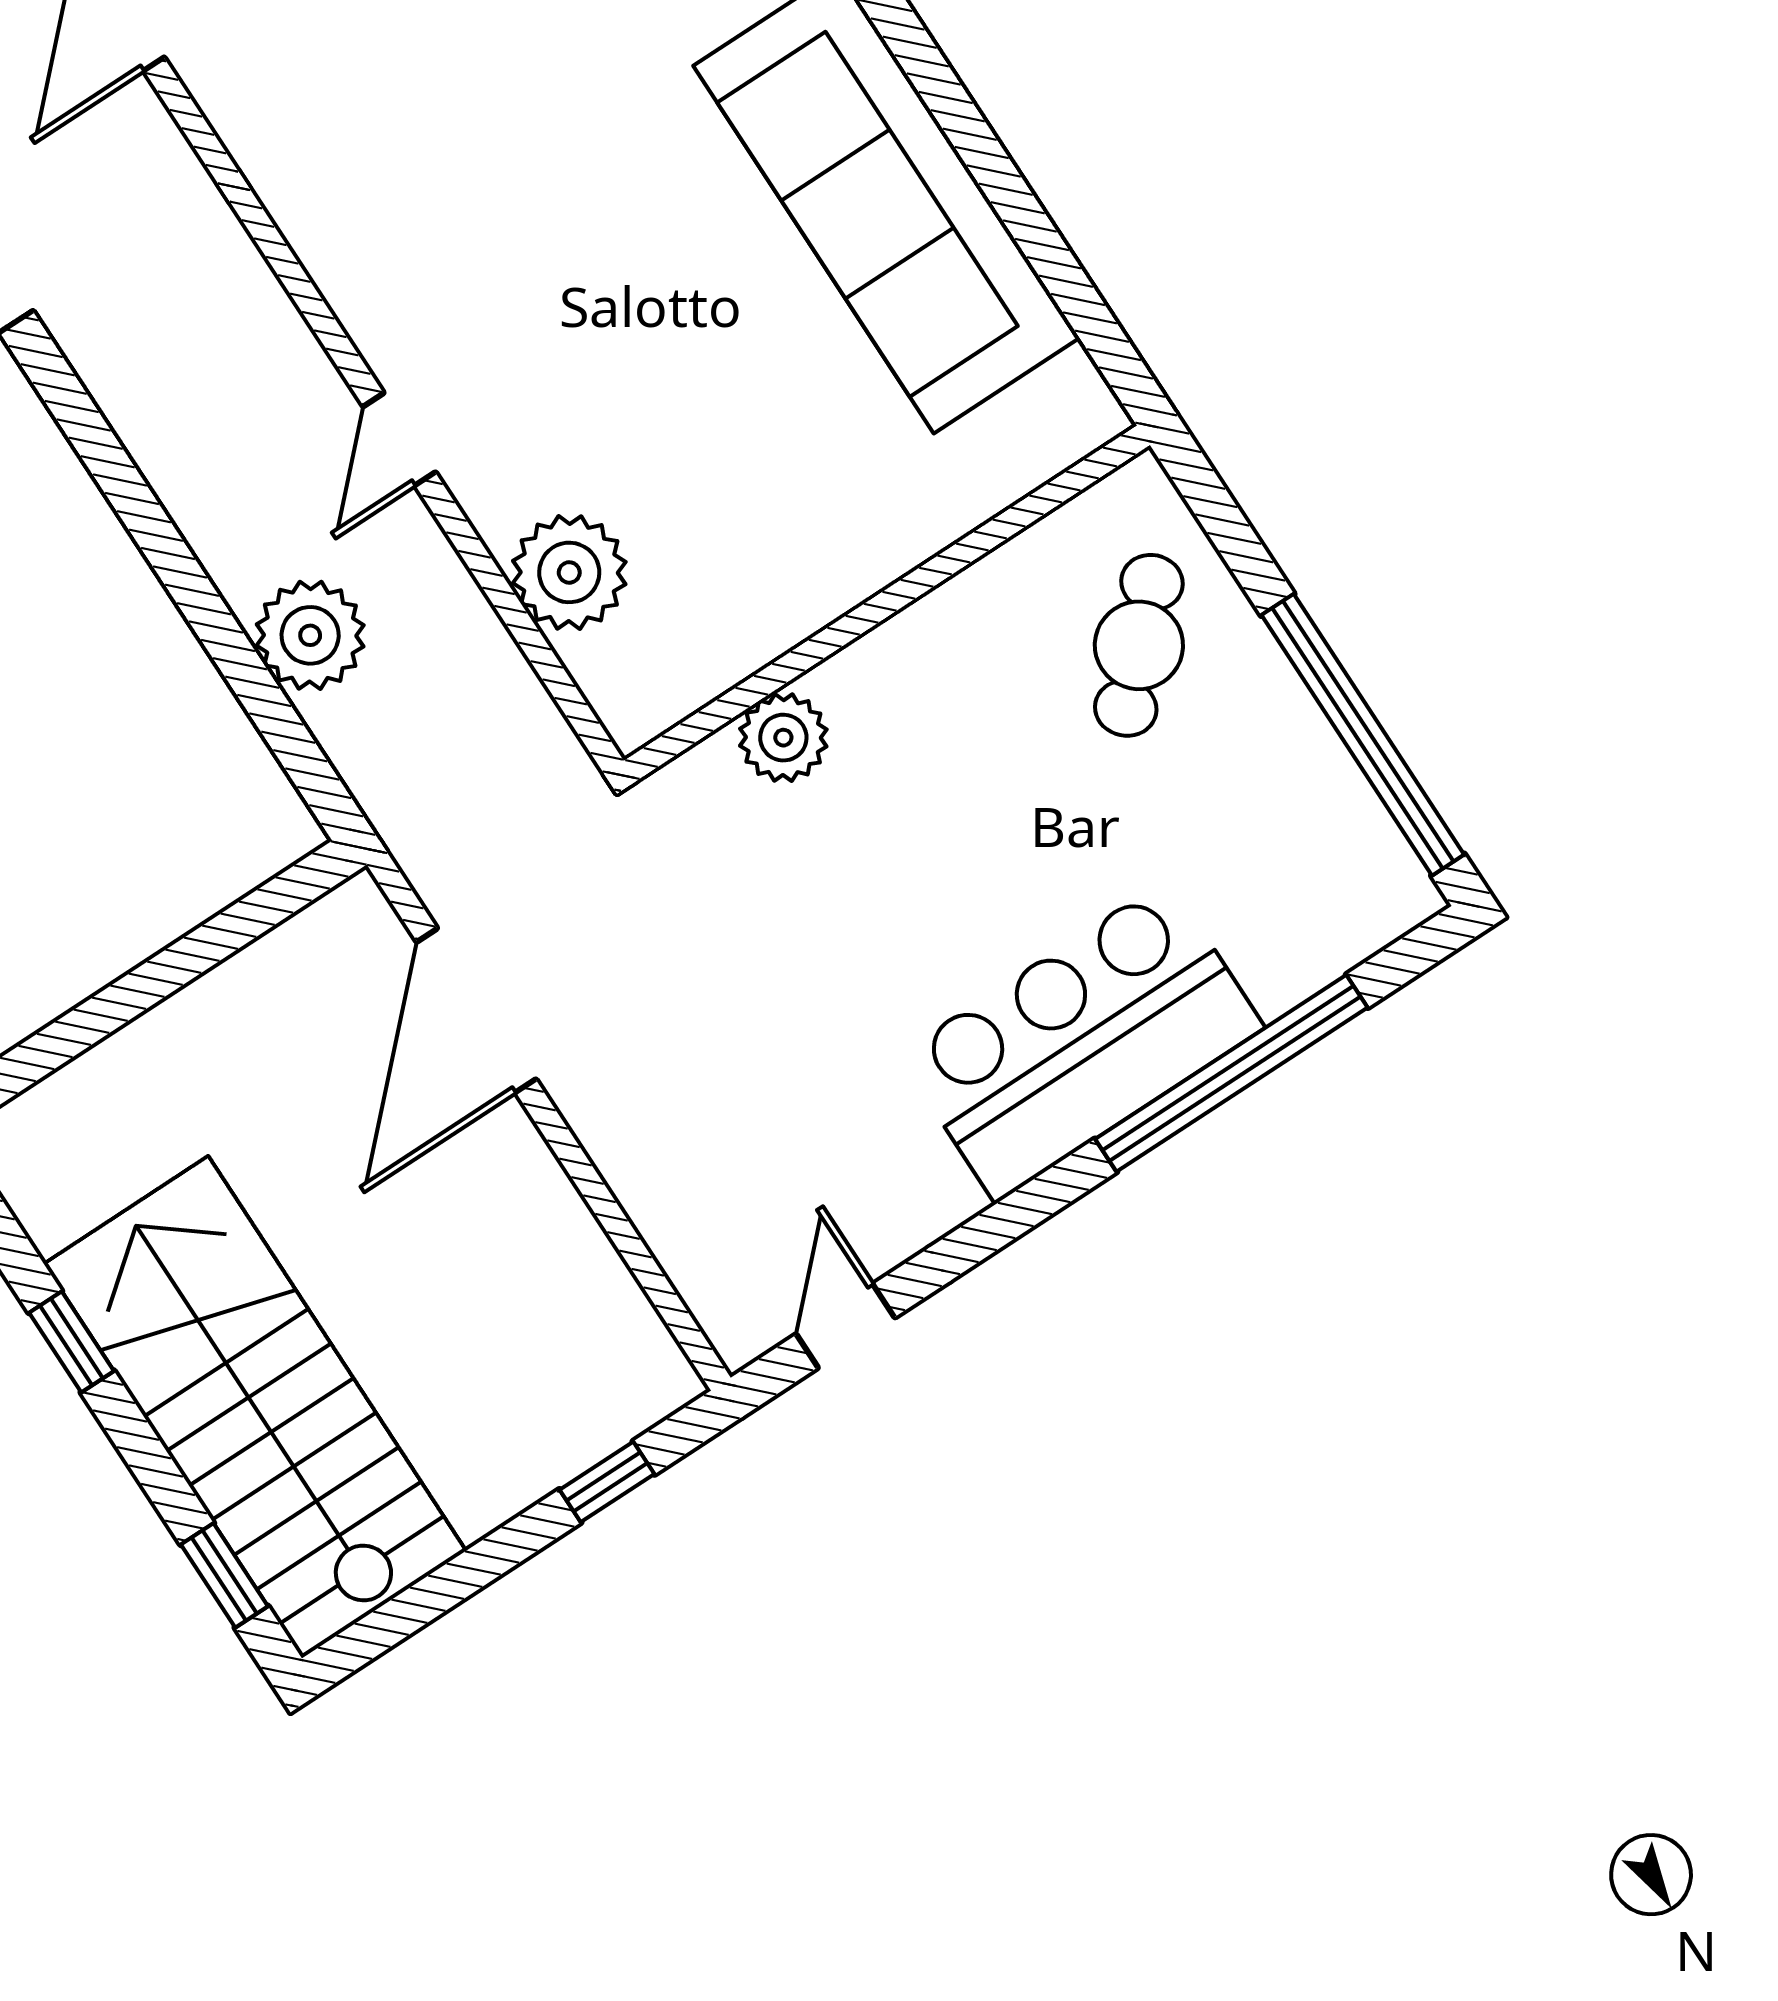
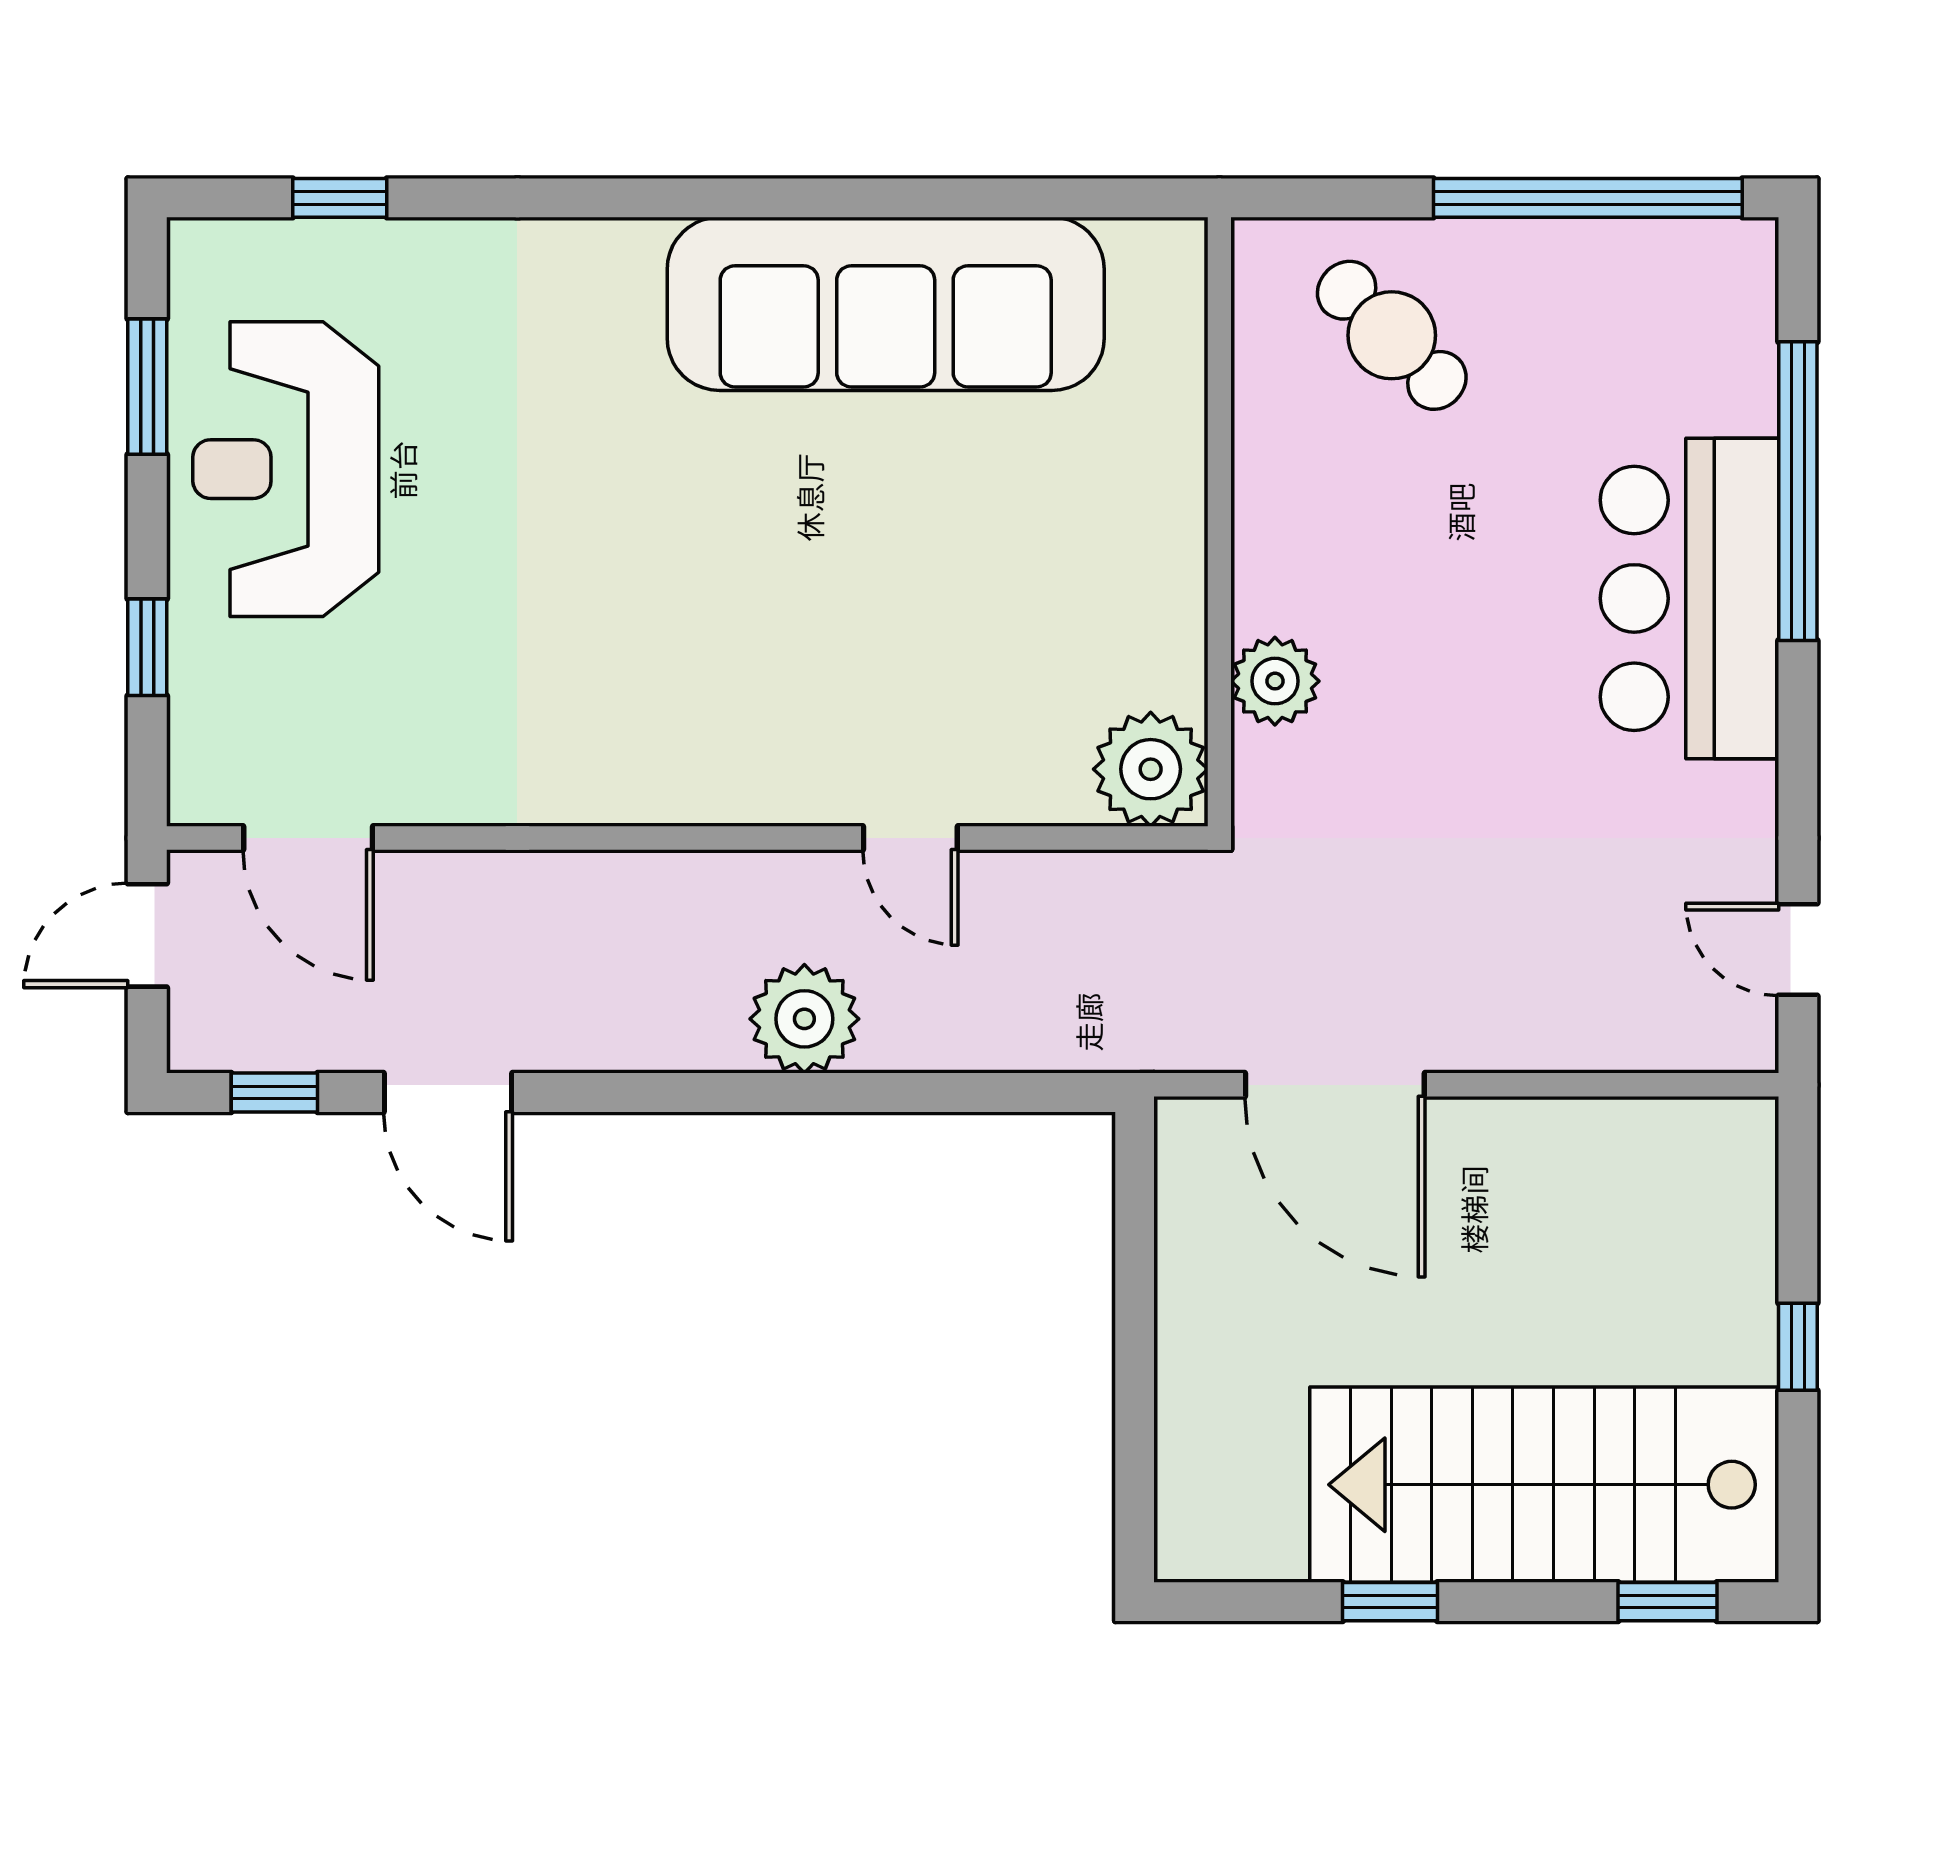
door: (399, 439) -> (910, 838), moved
plant: (569, 572) -> (1151, 769), moved
plant: (310, 635) -> (804, 1019), moved
window: (607, 1482) -> (1798, 1347), moved

